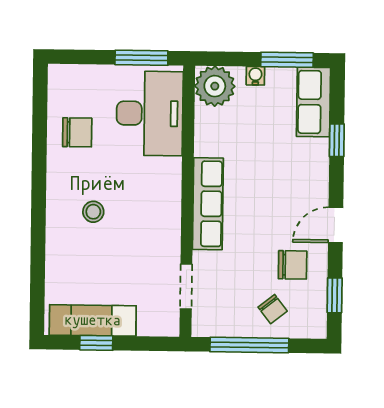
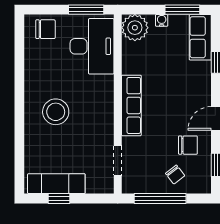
chair: (77, 132) -> (45, 29), moved
stool: (93, 212) -> (56, 112), width x1.89, depth x1.89

